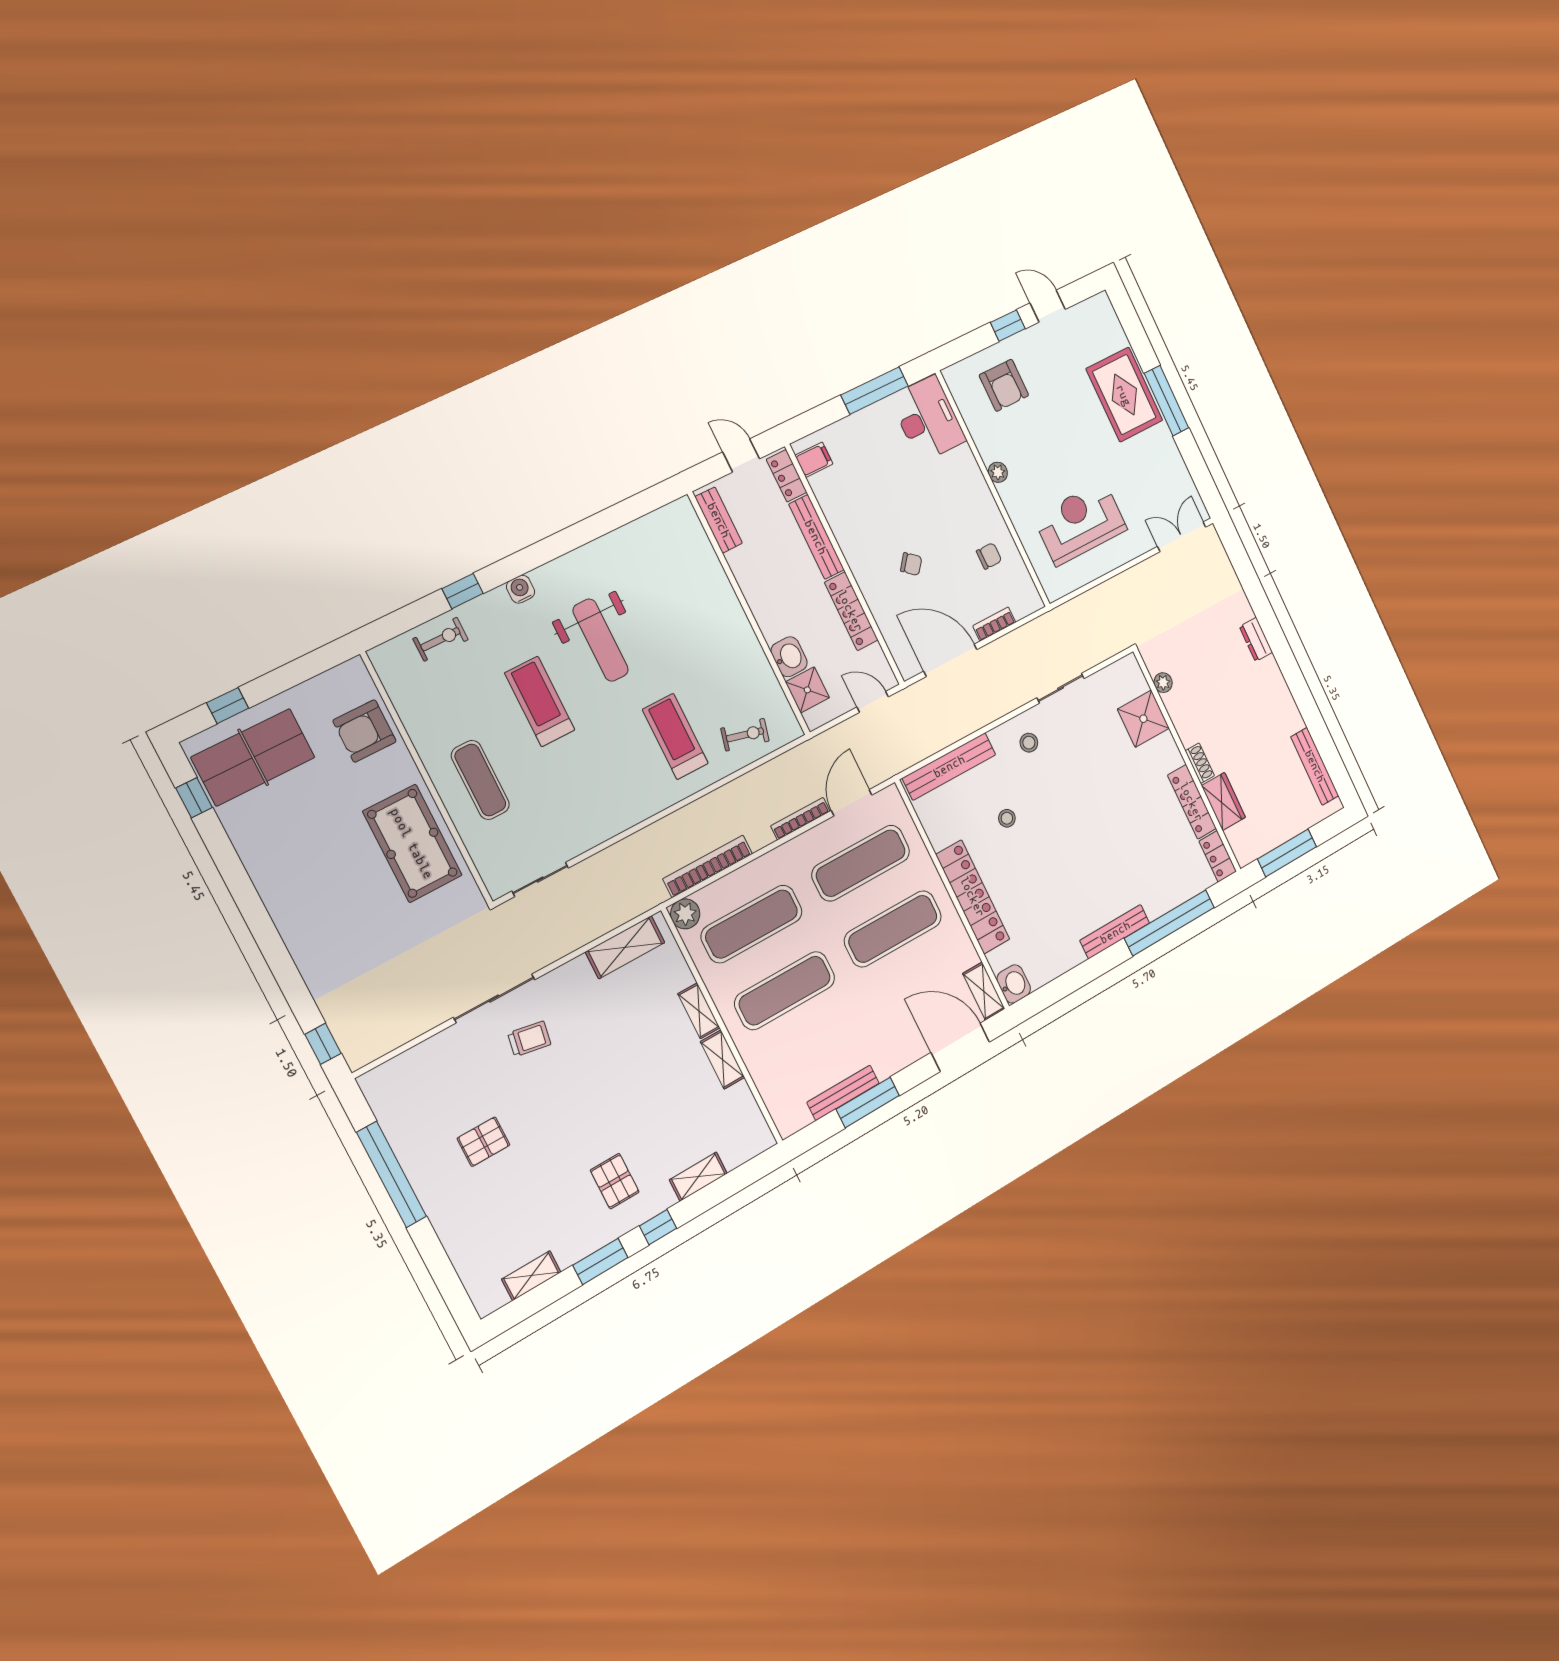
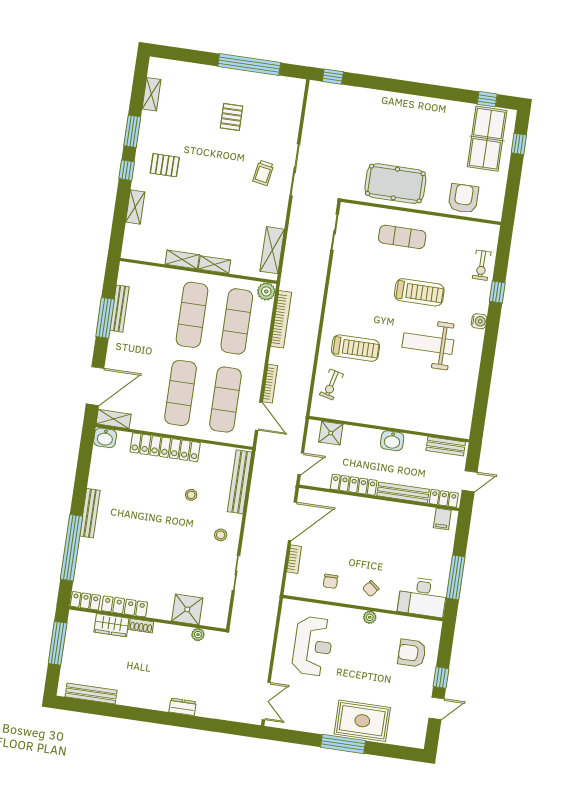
chair: (911, 564) -> (371, 589), moved
washbasin: (789, 657) -> (392, 441), moved

